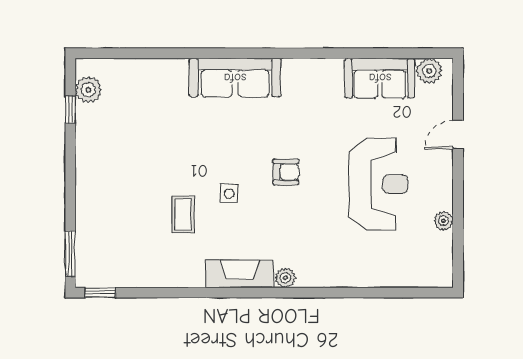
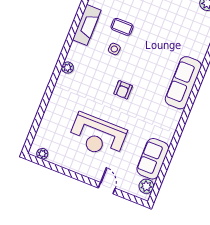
side table: (229, 194) -> (114, 49), moved
plant: (444, 221) -> (42, 154), moved
fireplace: (240, 274) -> (87, 25), moved

